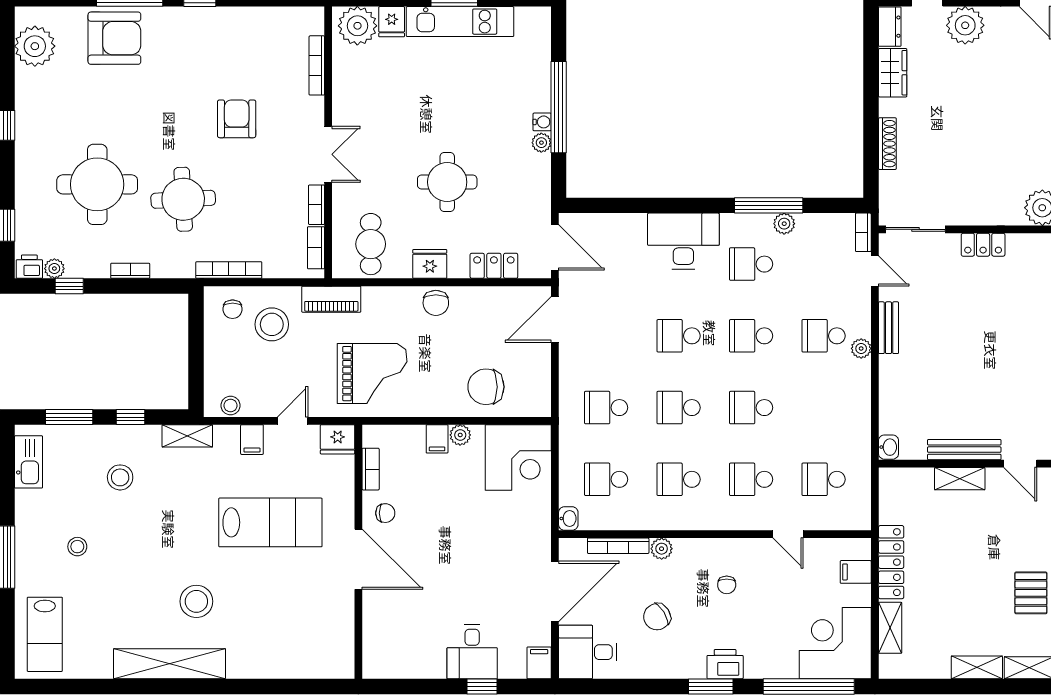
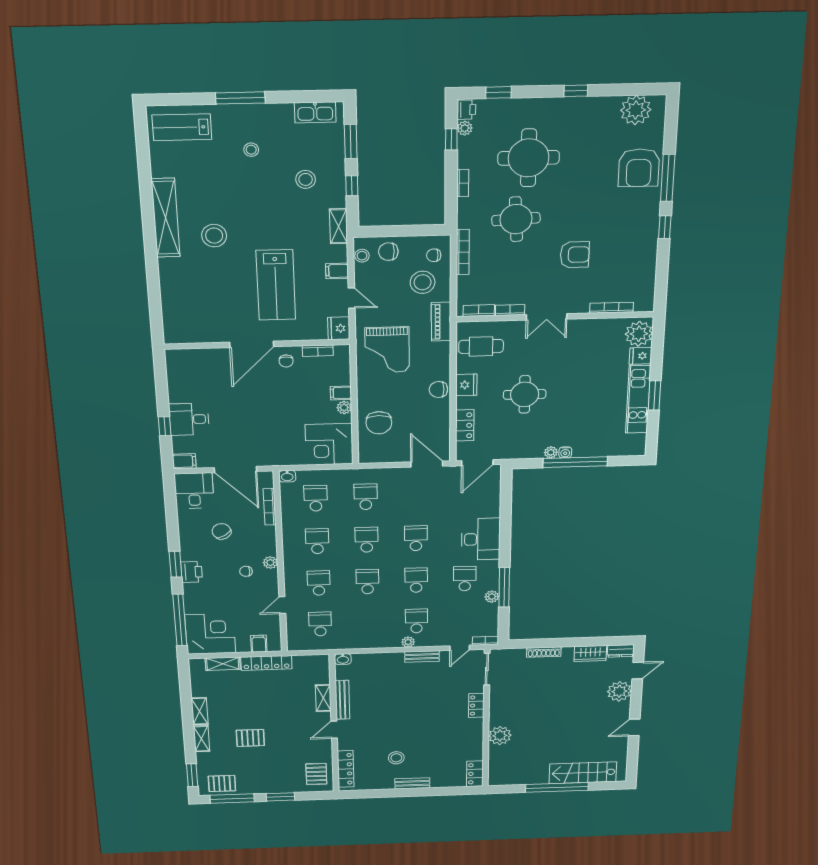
chair: (226, 370) -> (388, 252), added
chair: (486, 387) -> (379, 423), turned 180
plant: (662, 549) -> (270, 563), moved

